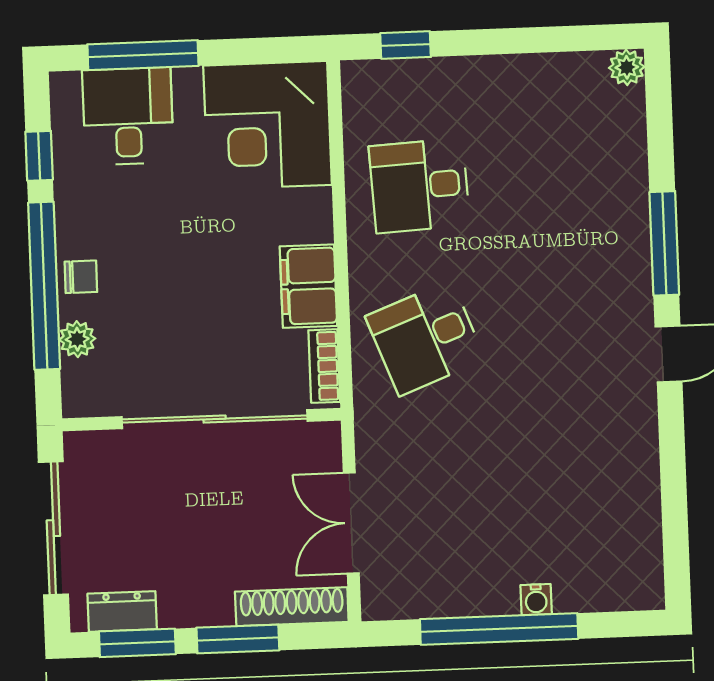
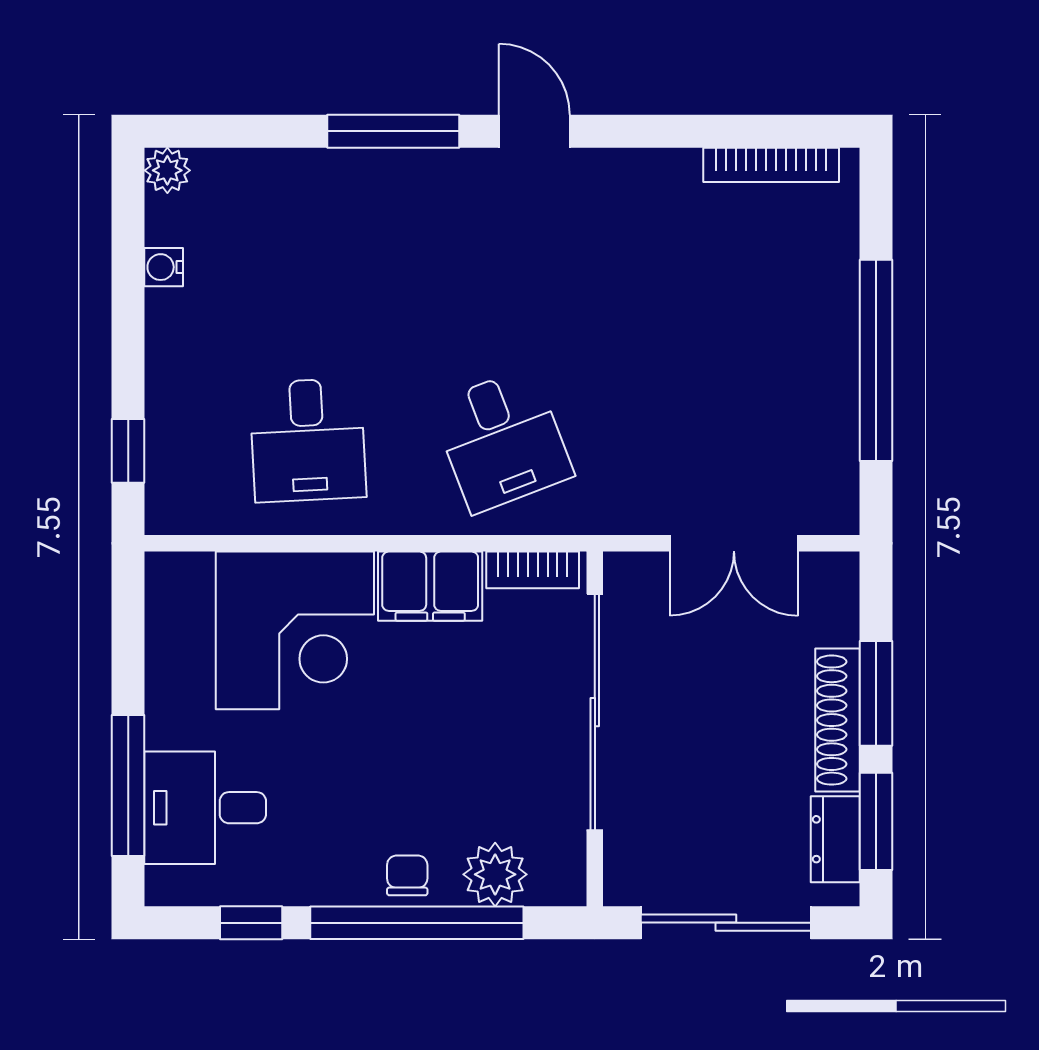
corner desk: (267, 125) -> (295, 630), moved
plant: (77, 339) -> (495, 874), width x1.38, depth x1.38
bookcase: (649, 541) -> (771, 165), added
water cooler: (536, 600) -> (164, 267), moved, turned 180
shoe rack: (292, 607) -> (837, 720), moved

